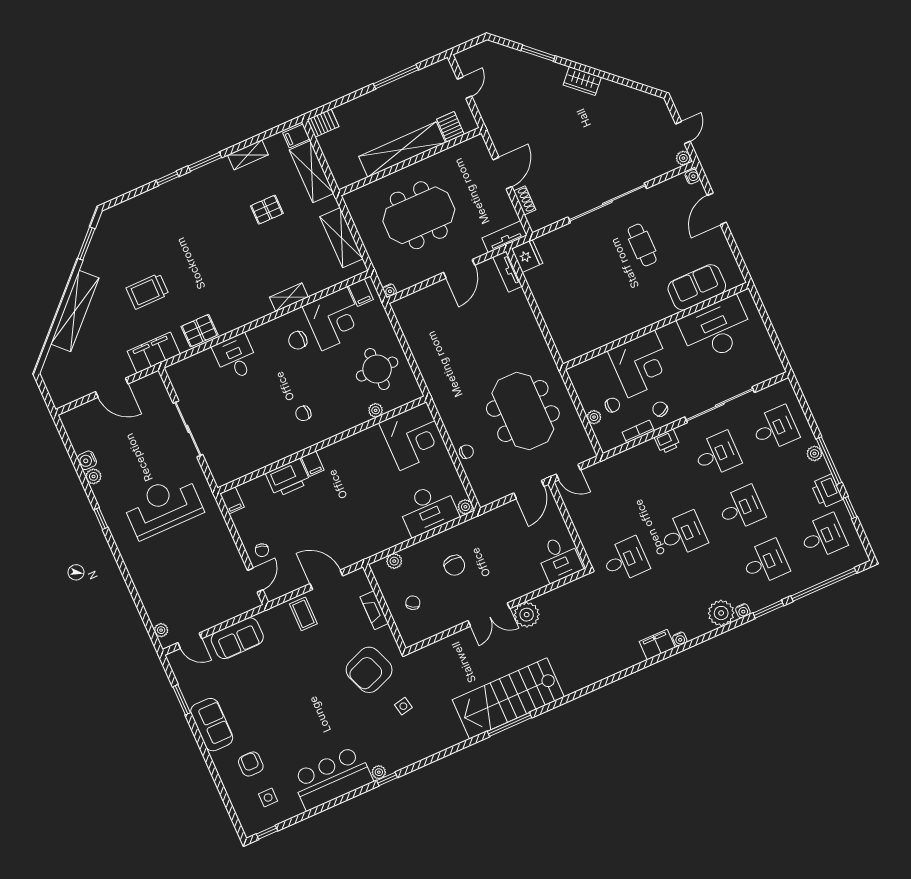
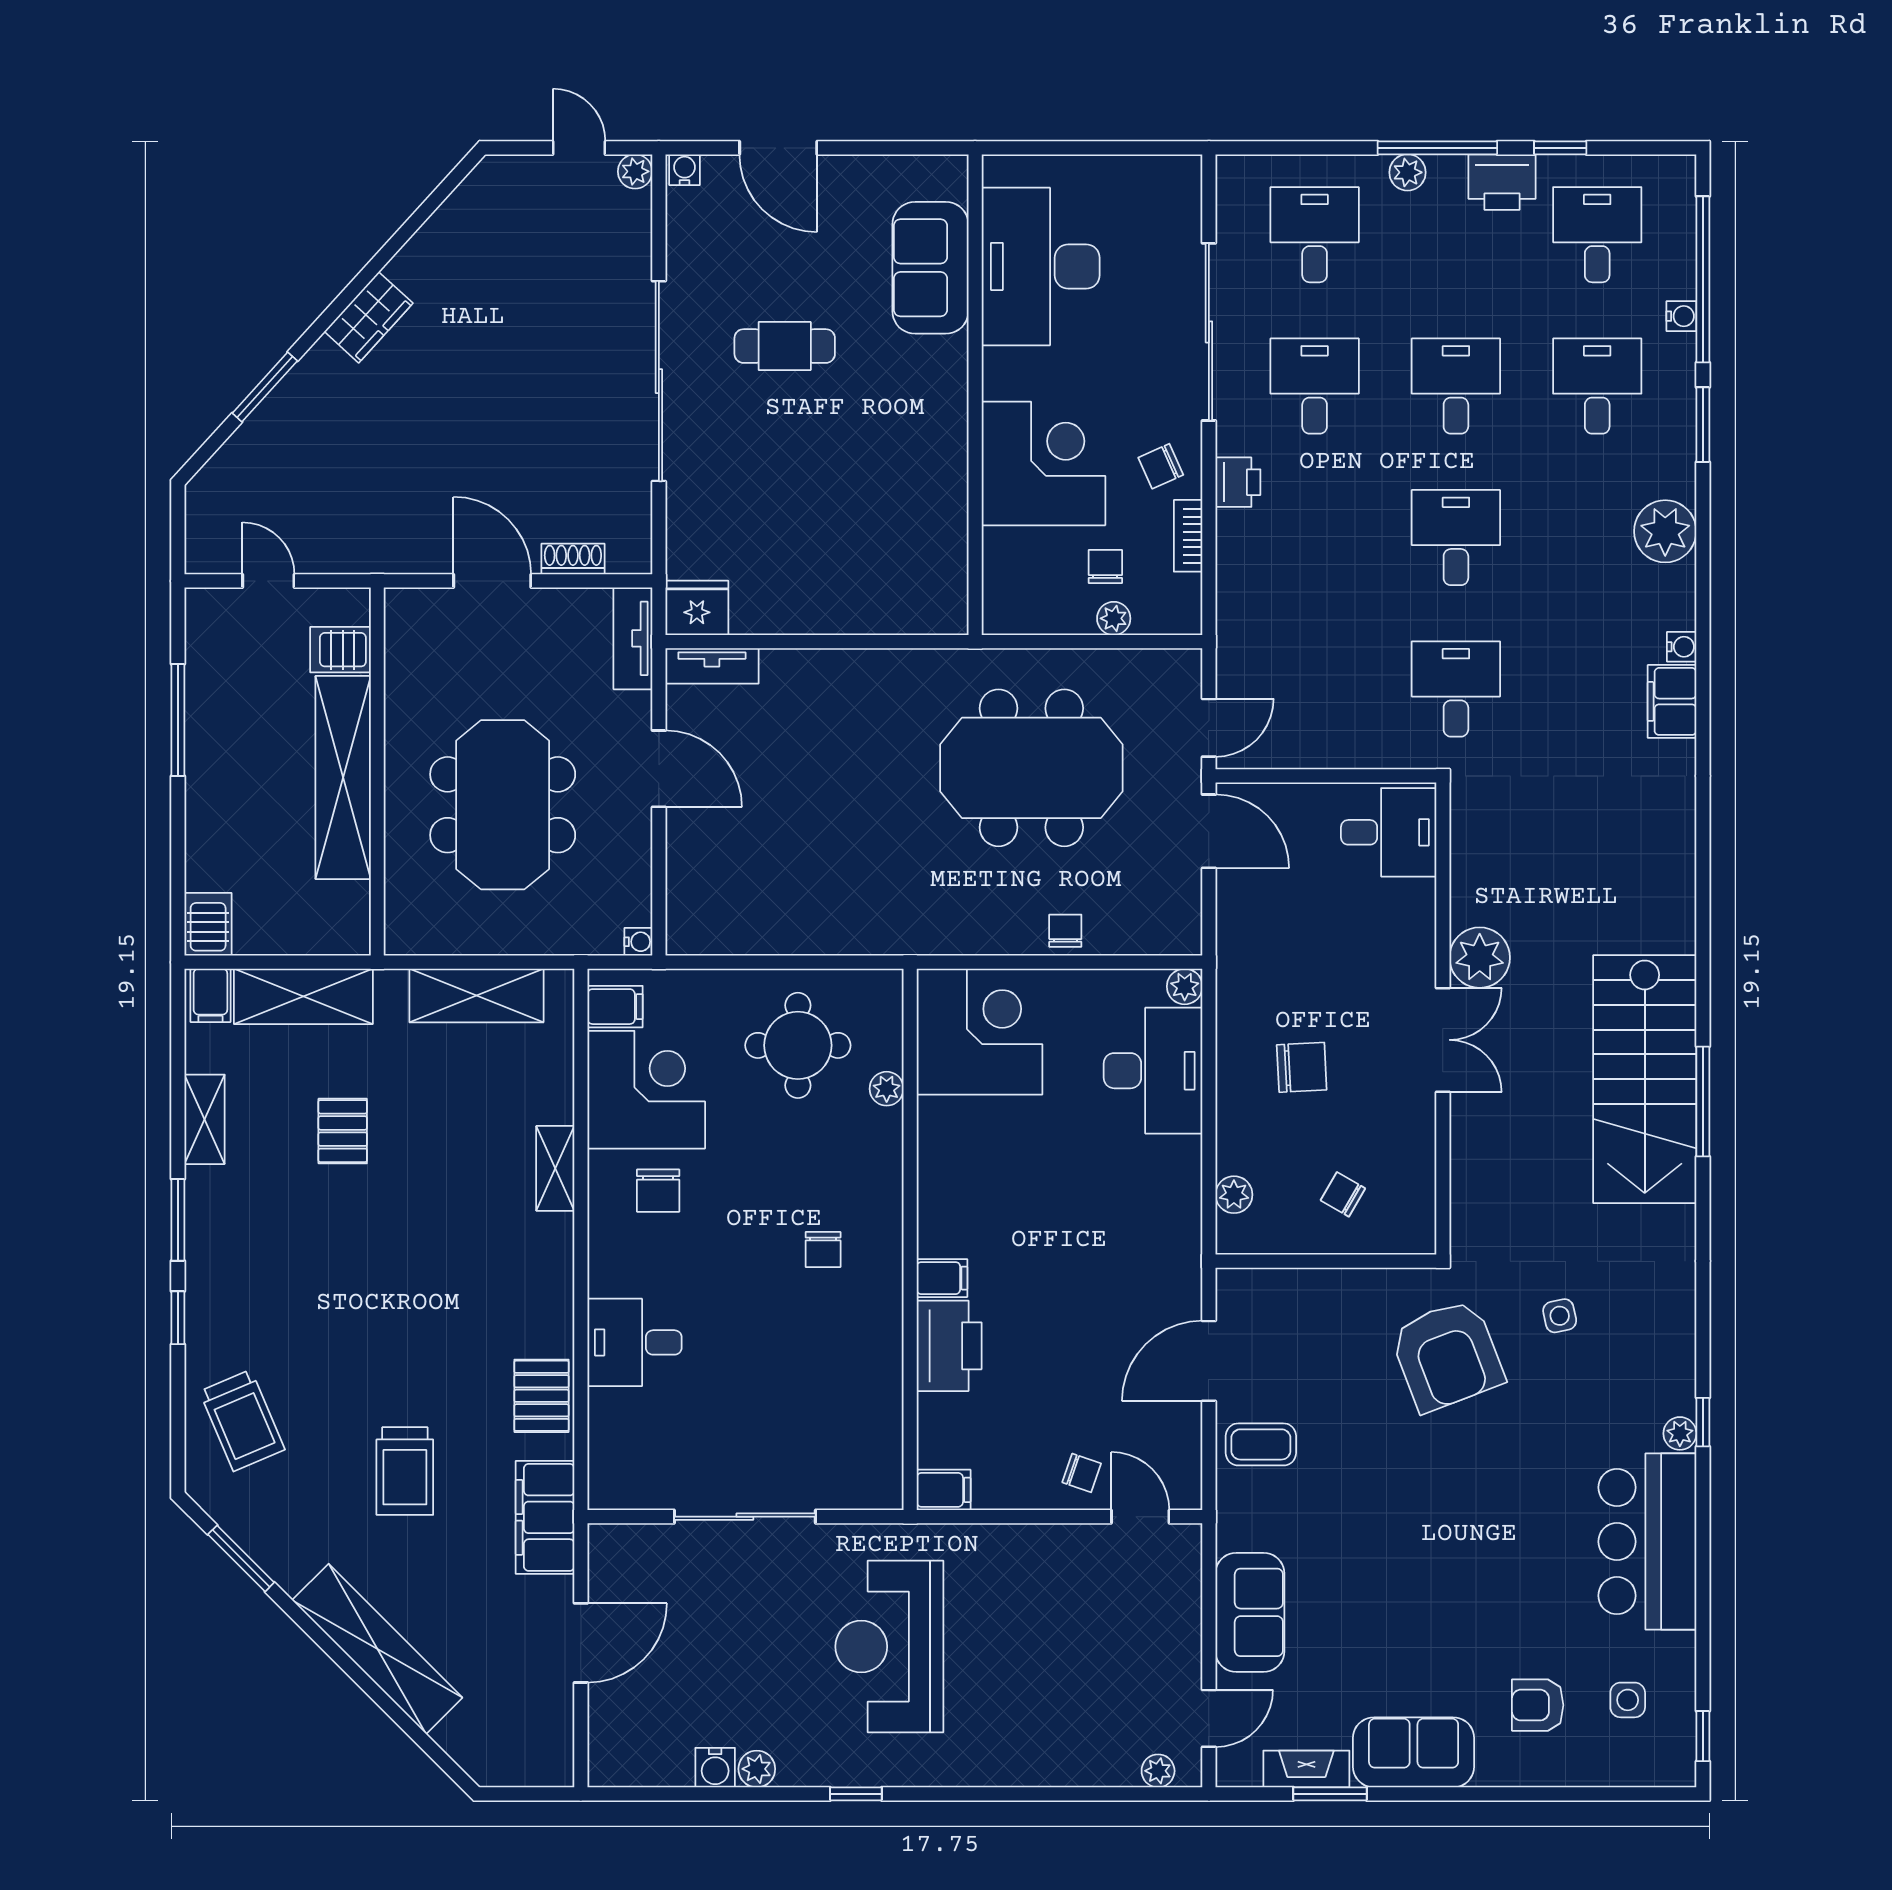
trolley: (139, 220) -> (242, 1420), added
fireplace: (374, 610) -> (1306, 1769), moved, turned 180
water cooler: (743, 611) -> (1681, 316), moved

